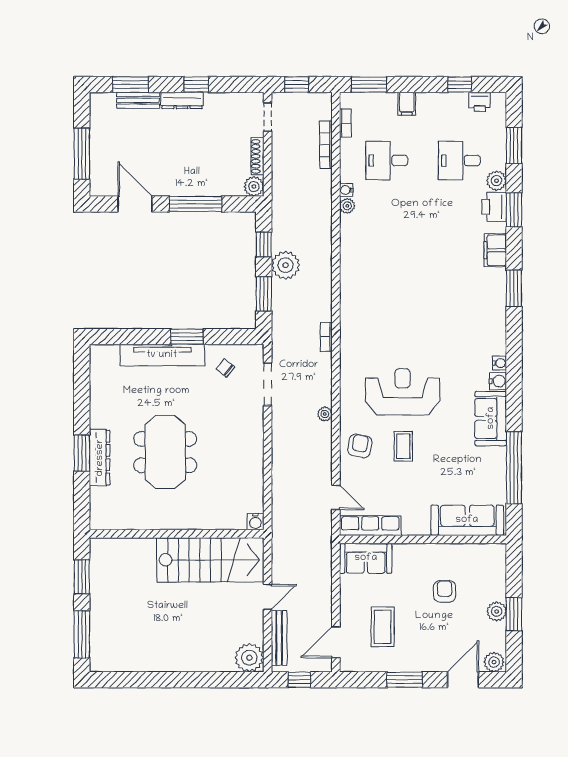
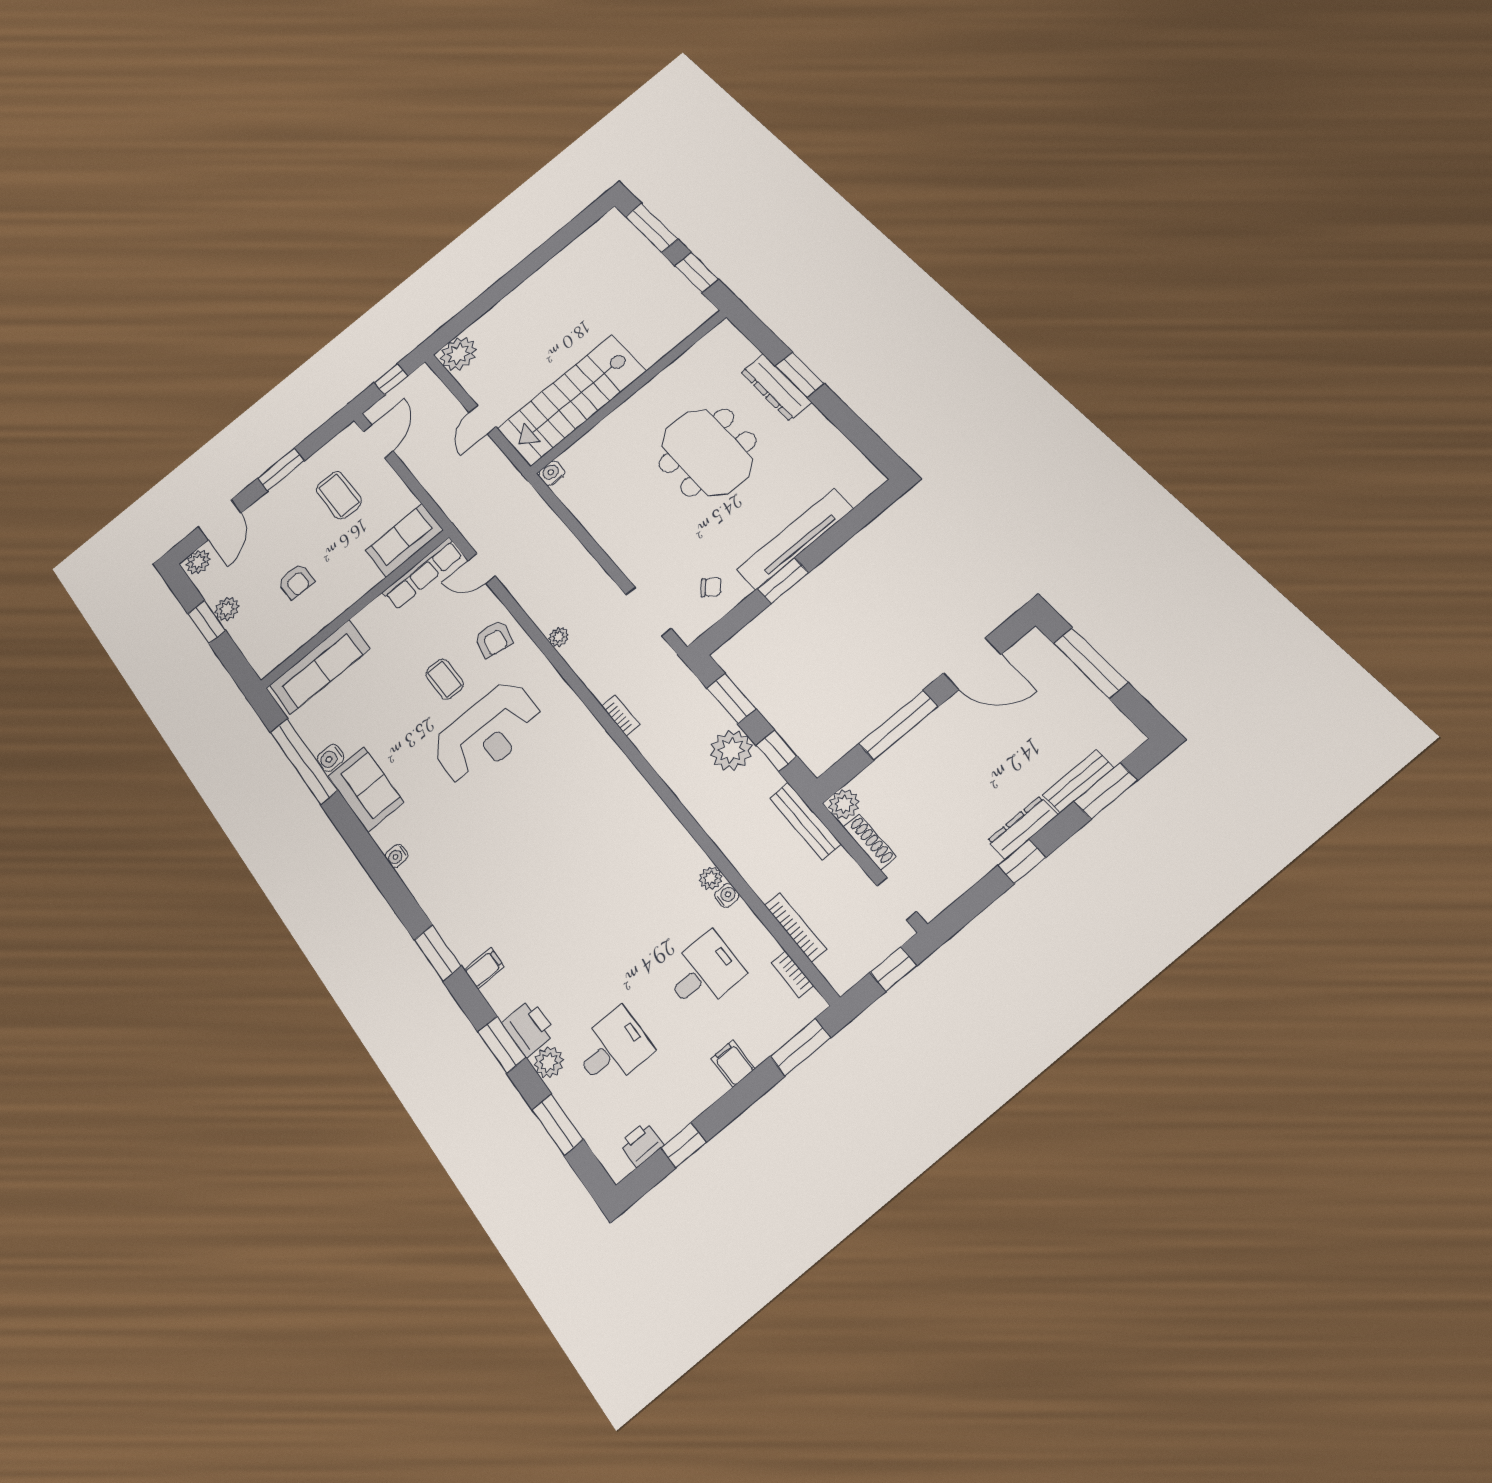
filing cabinet: (495, 250) -> (484, 968), width x0.50
water cooler: (498, 381) -> (331, 758), moved
bench: (279, 638) -> (805, 821), moved

